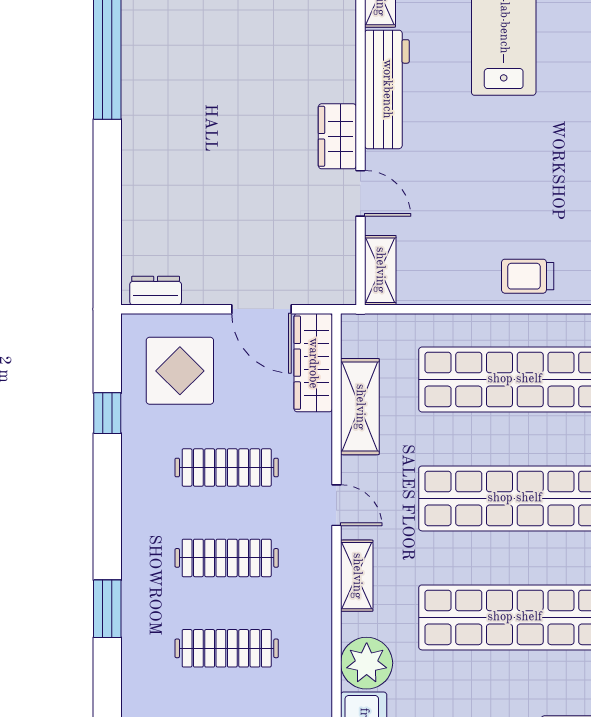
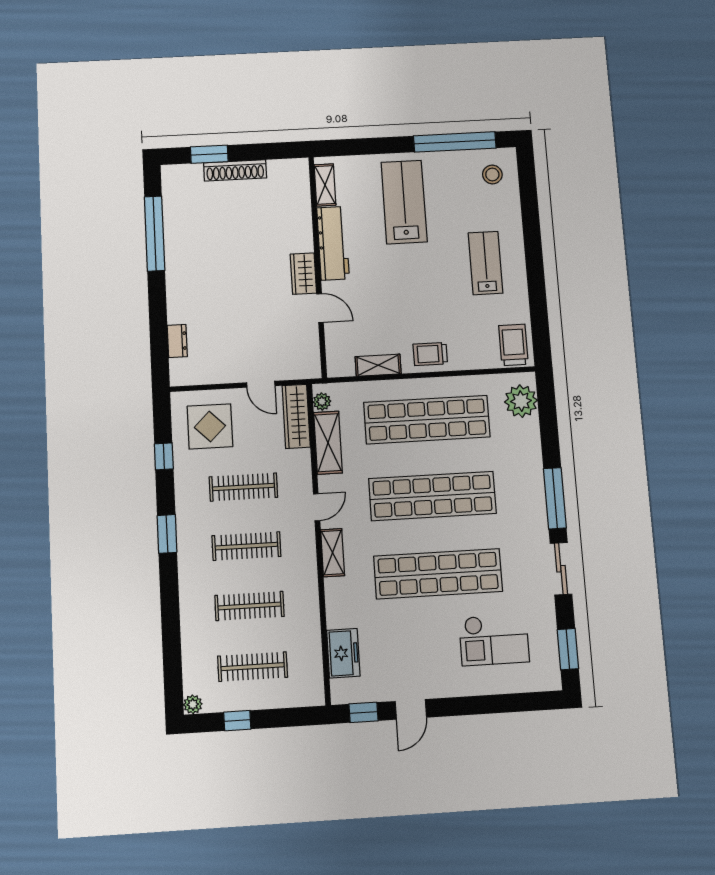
shelving: (380, 270) -> (378, 365), moved, turned 90
dresser: (156, 291) -> (177, 341), moved, turned 90
door: (262, 309) -> (261, 384), width x0.73
door: (336, 505) -> (317, 507), hinge flipped
window: (107, 609) -> (167, 534), moved
plant: (367, 663) -> (322, 402), moved, width x0.53, depth x0.53

